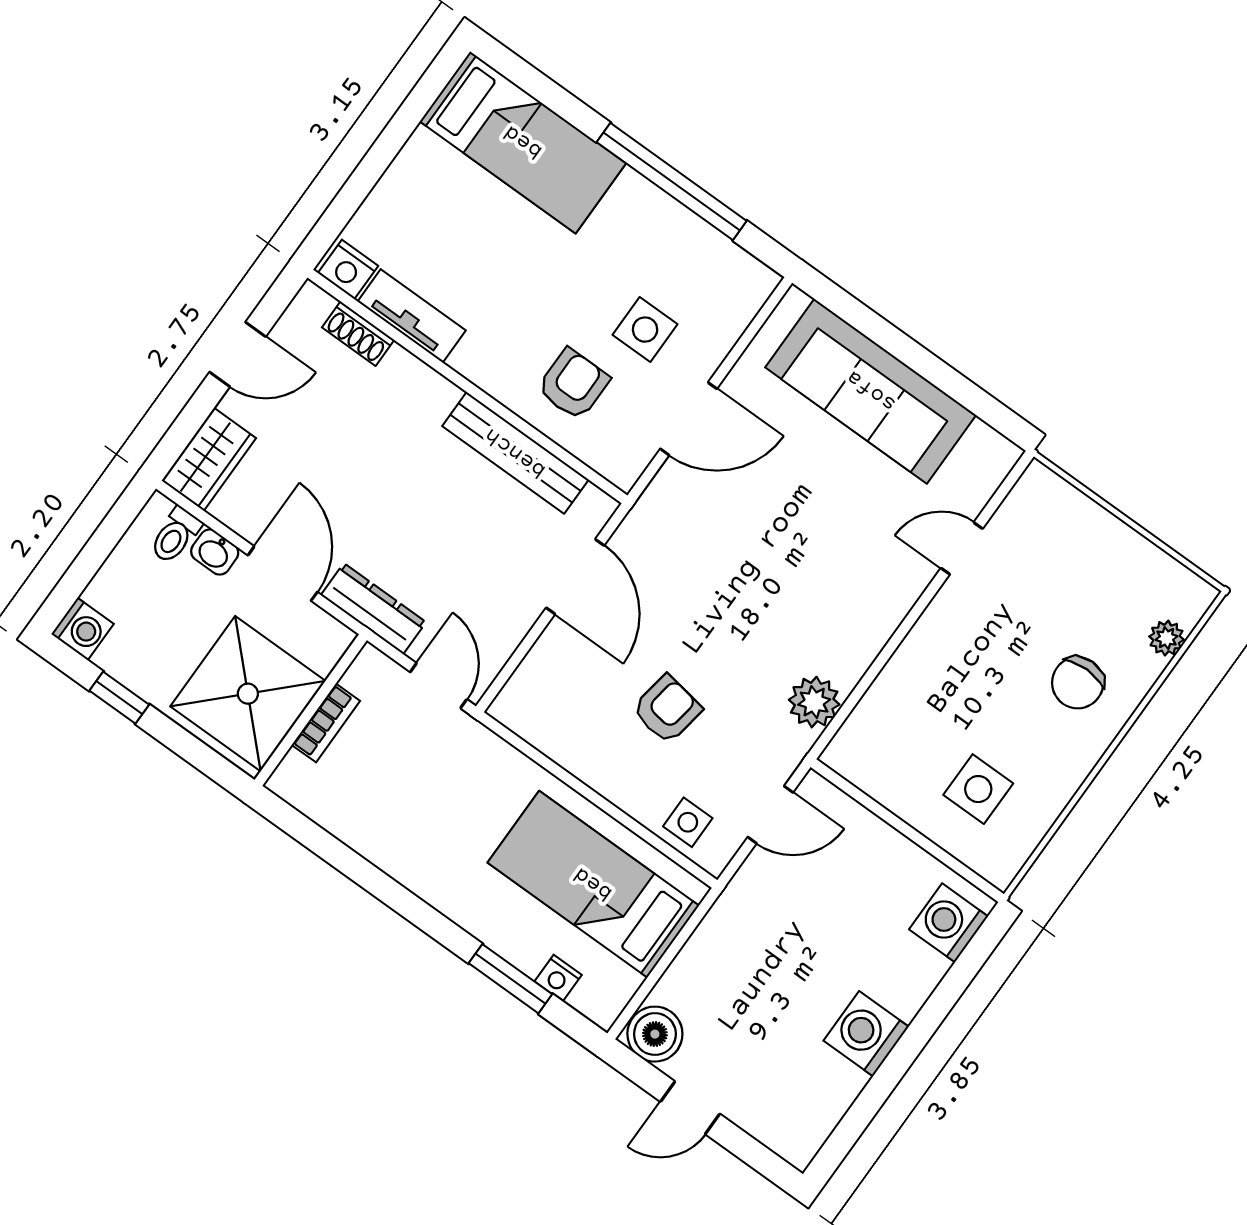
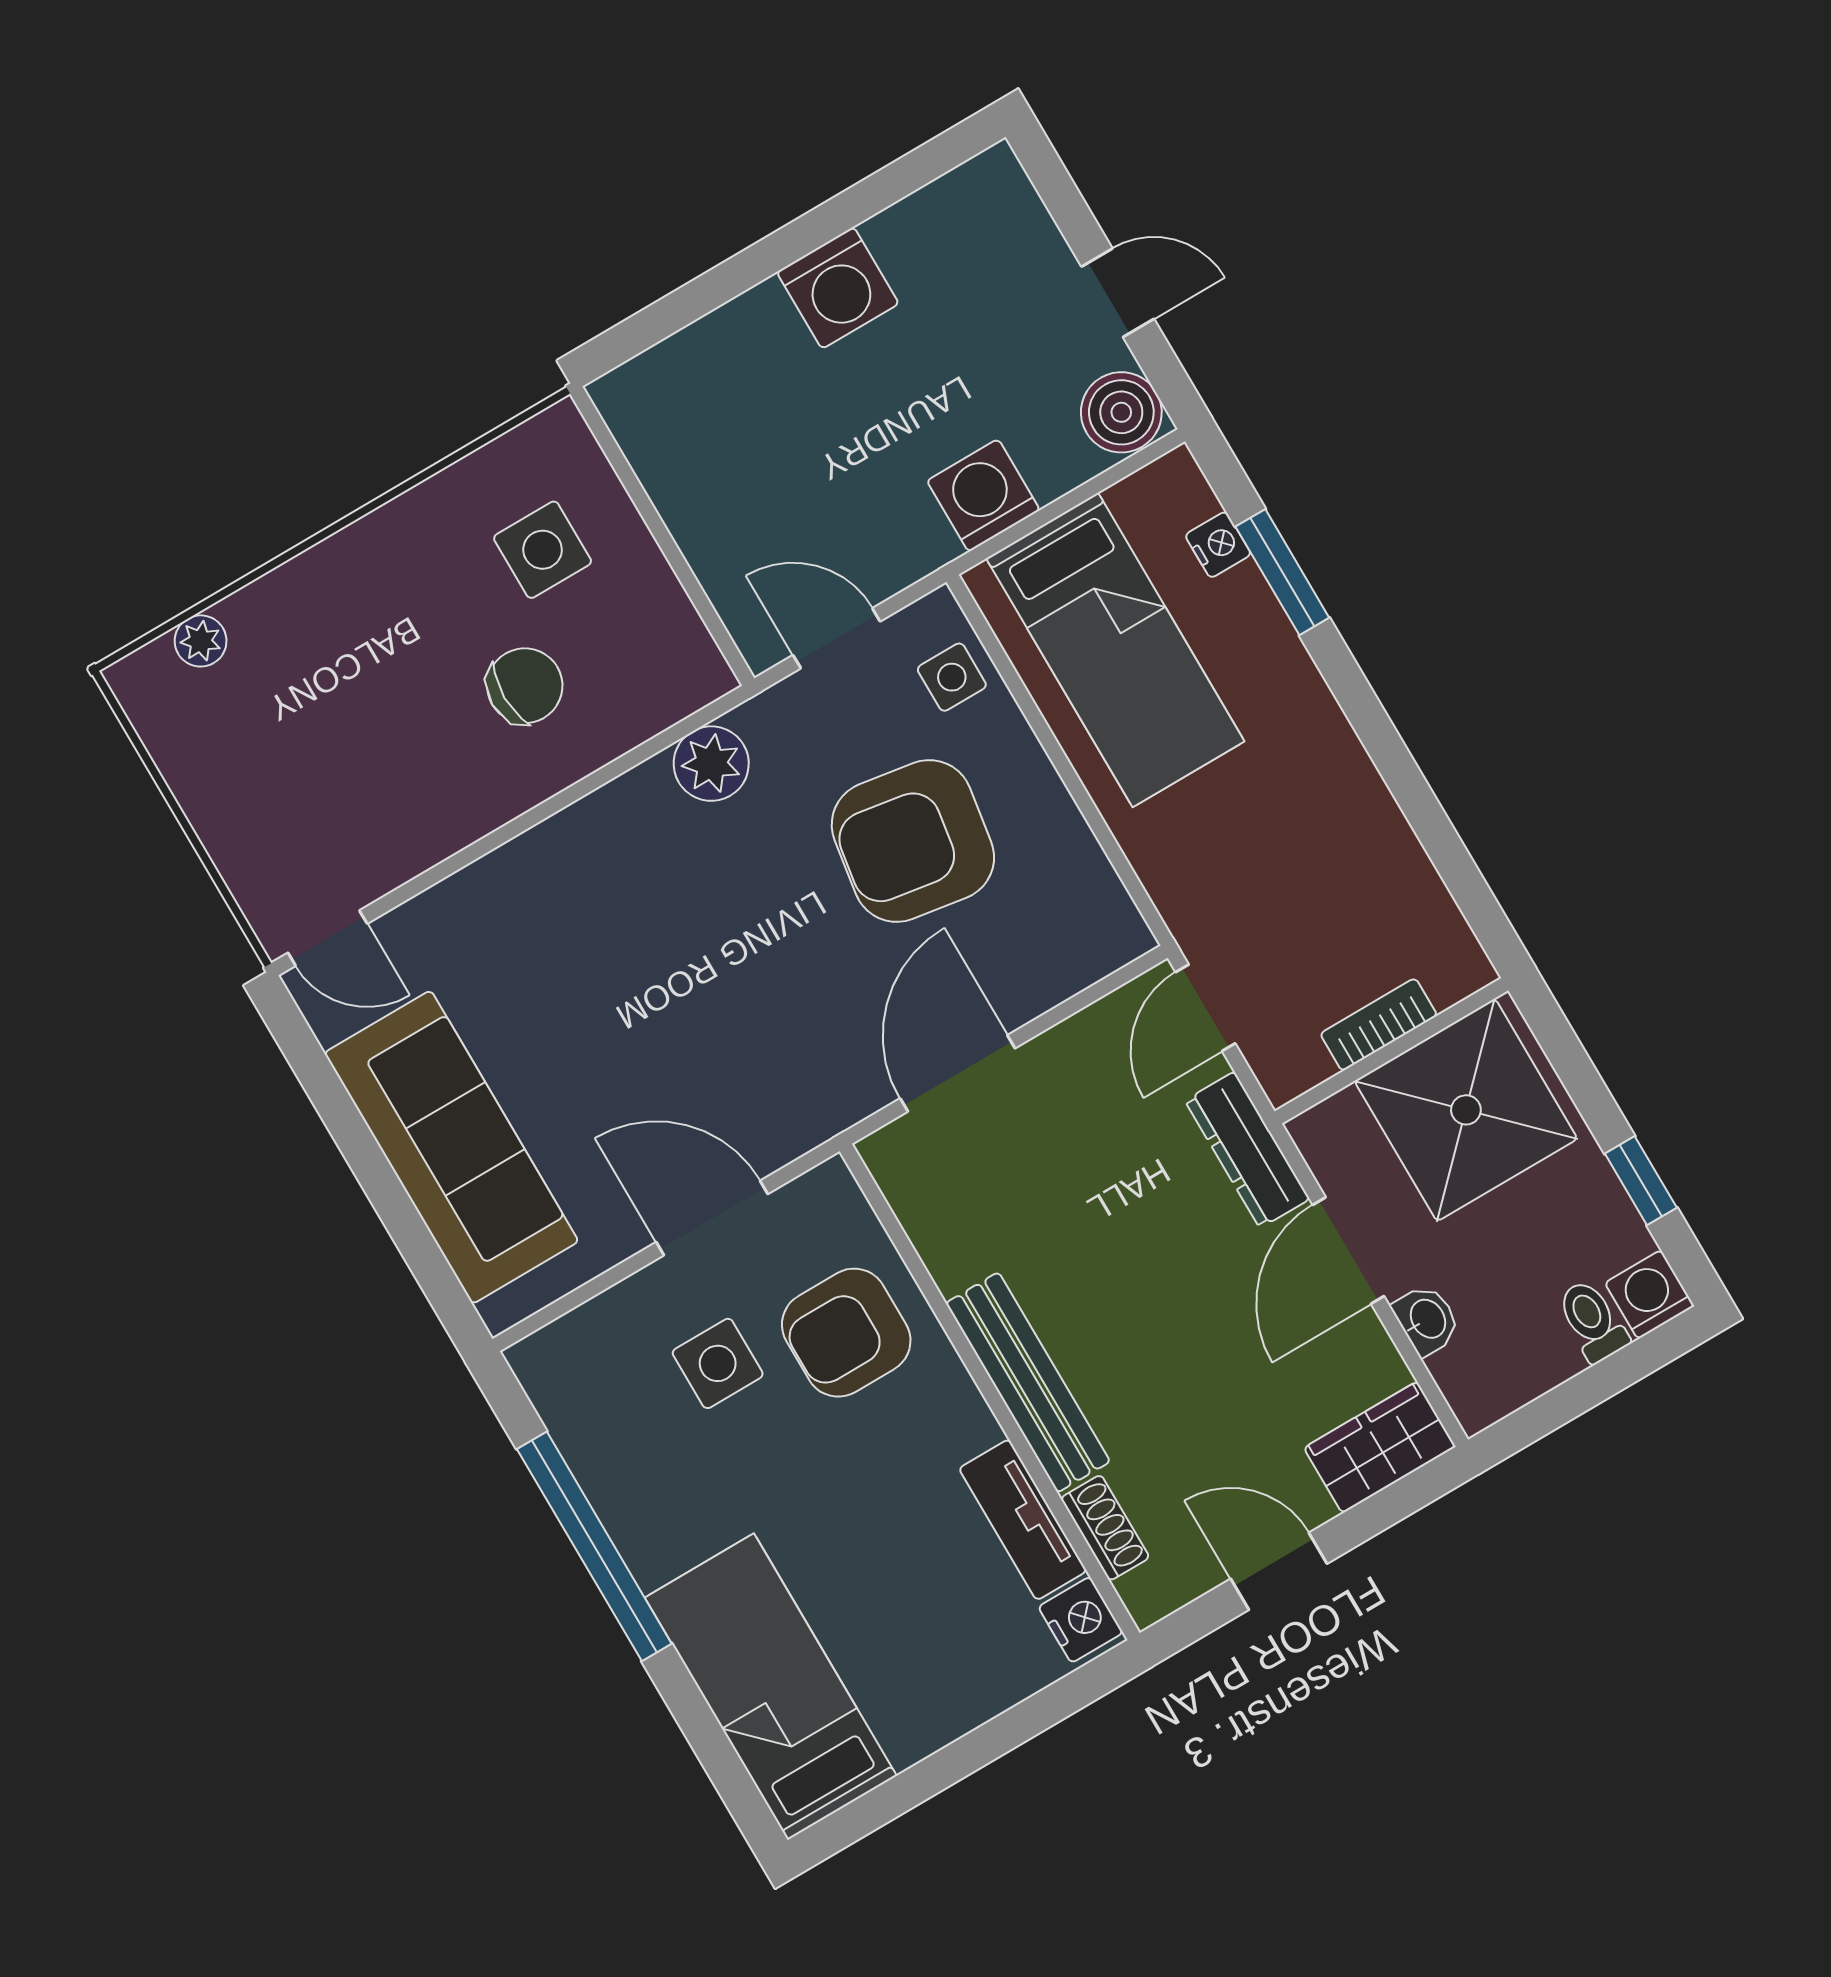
armchair: (573, 384) -> (846, 1333), width x1.38, depth x1.38
bench: (515, 453) -> (1028, 1382), moved
toilet: (175, 535) -> (1592, 1321), moved, turned -90
door: (962, 548) -> (328, 938), moved
chair: (1078, 683) -> (525, 686), moved
armchair: (667, 709) -> (913, 841), width x1.88, depth x1.88
washing machine: (949, 923) -> (983, 495), moved, turned 180

